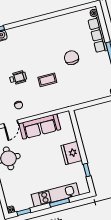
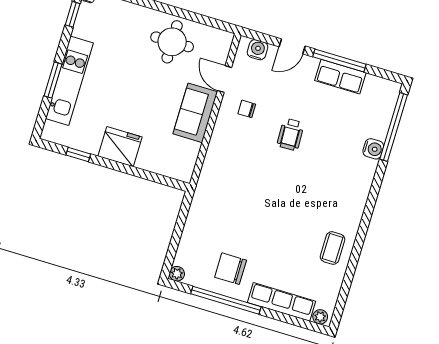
chair: (72, 58) -> (231, 269), moved, turned 180
coffee table: (47, 80) -> (333, 248), moved
sofa: (40, 126) -> (195, 113), width x0.73

